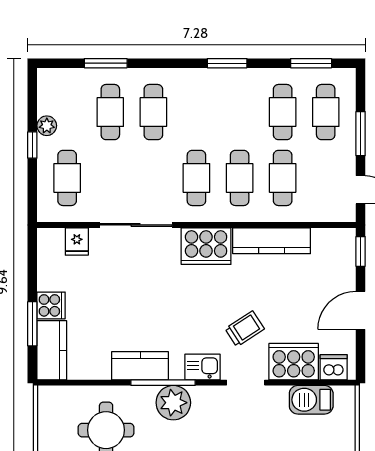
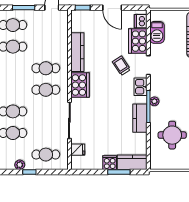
cafe table: (283, 178) -> (46, 47), removed
plant: (173, 403) -> (154, 101), width x0.53, depth x0.53

